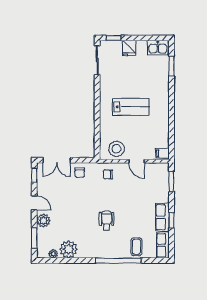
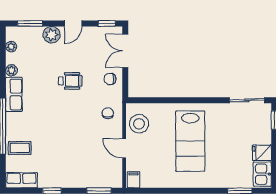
fridge: (129, 48) -> (262, 153), moved
lab bench: (131, 107) -> (190, 141), width x1.36, depth x1.39
door: (137, 161) -> (124, 148), hinge flipped
row of seats: (162, 217) -> (14, 94), moved, turned 90
wheelchair: (107, 220) -> (70, 81), moved
plant: (69, 249) -> (11, 70), width x0.53, depth x0.53

